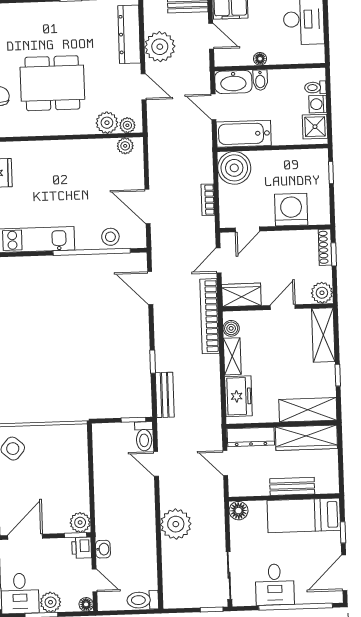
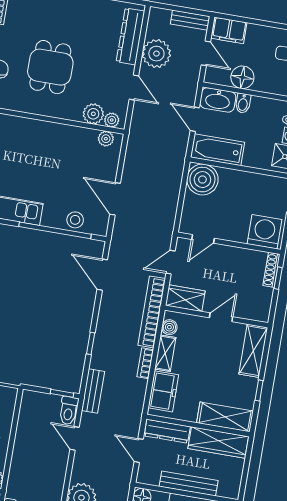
floor lamp: (260, 59) -> (242, 77), width x1.89, depth x1.89
dining table: (52, 83) -> (50, 67), width x0.73
bookcase: (208, 200) -> (145, 363), moved
washing machine: (291, 210) -> (264, 232), moved
plant: (322, 293) -> (260, 311), removed
bench: (165, 395) -> (93, 391), moved
bench: (292, 486) -> (189, 483), width x1.36

